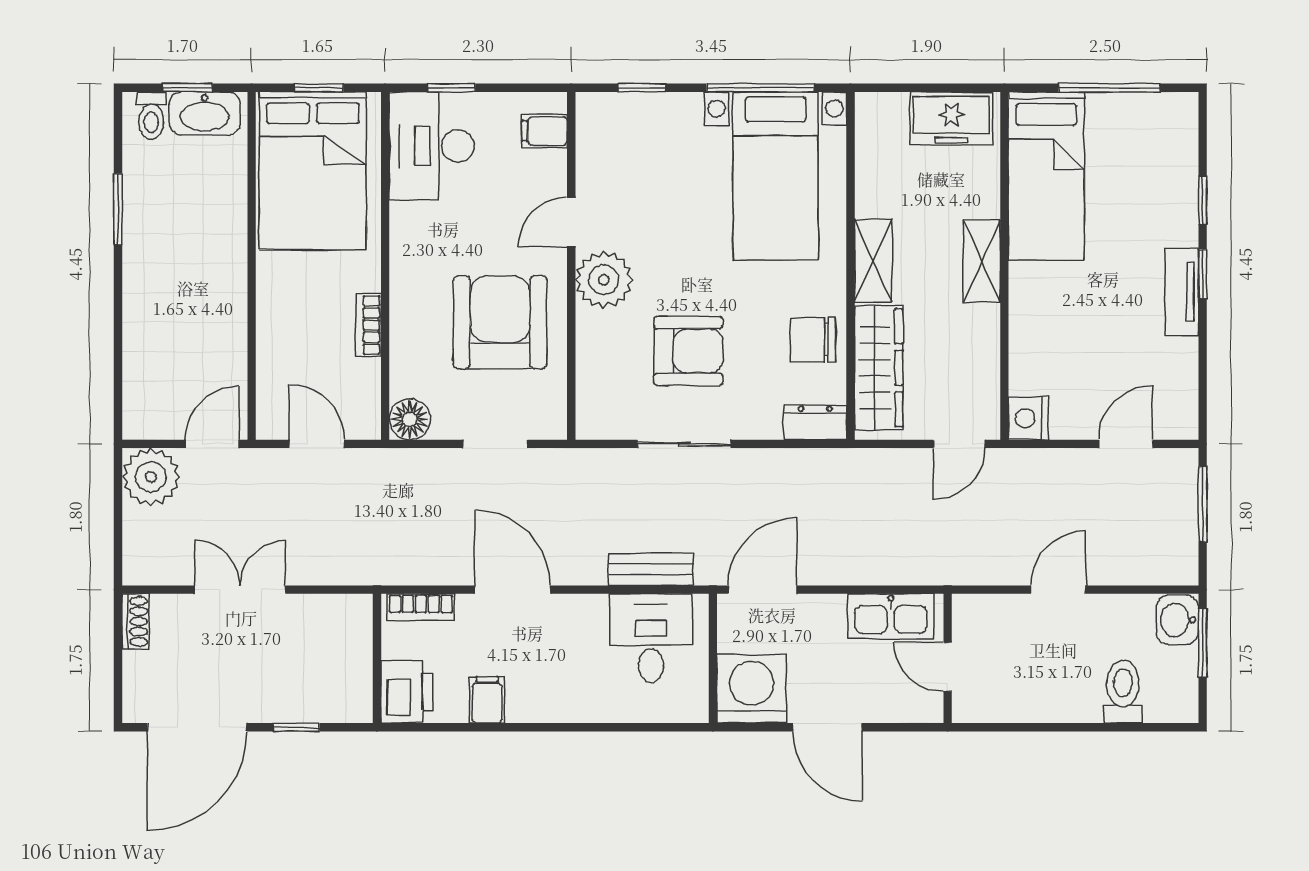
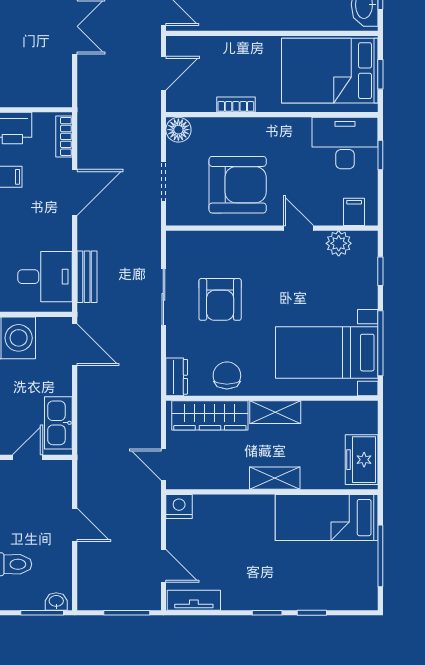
plant: (604, 280) -> (339, 243), moved, width x0.73, depth x0.73
tv unit: (1182, 292) -> (194, 600), moved
washbasin: (1178, 620) -> (56, 601), width x0.72, depth x0.69

